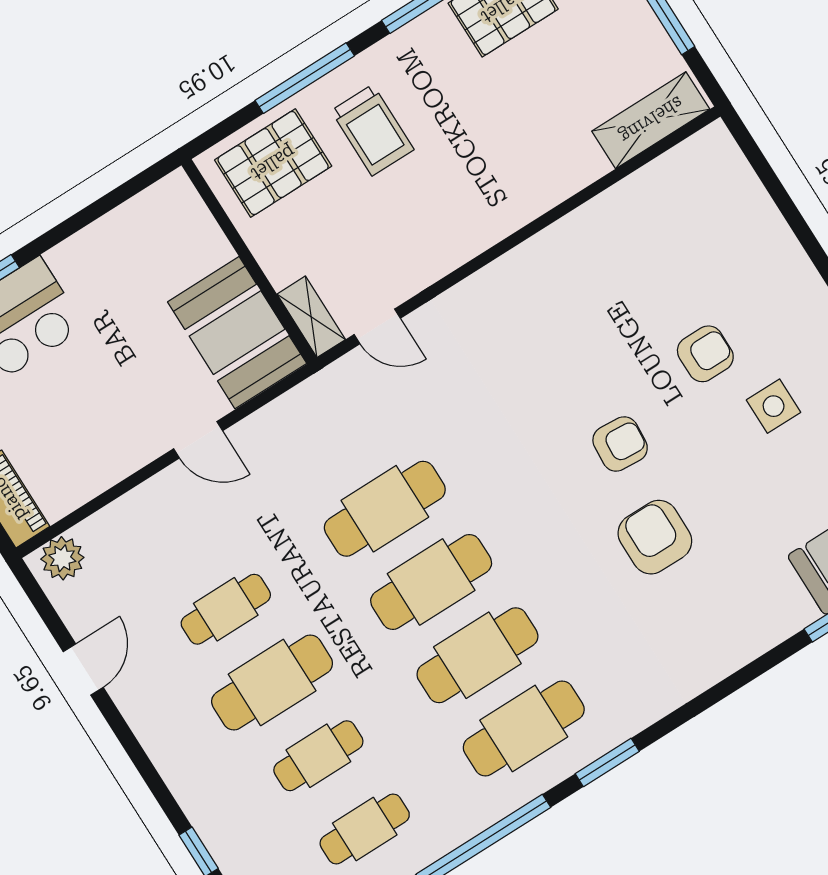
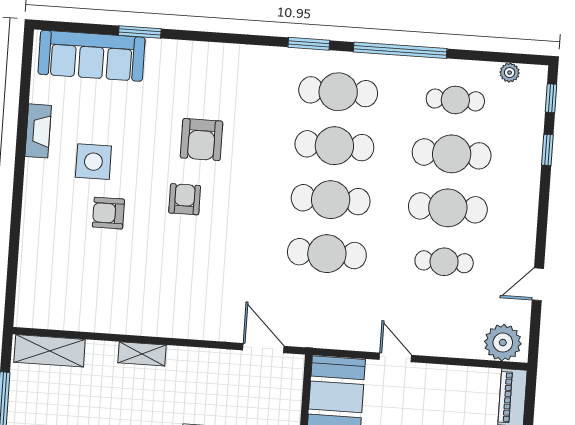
shelving: (311, 317) -> (142, 354), moved, turned 90
door: (377, 326) -> (263, 348), width x1.38
side table: (774, 406) -> (93, 162), width x1.37, depth x1.37
armchair: (620, 444) -> (185, 199), turned 86
plant: (62, 558) -> (503, 343), width x1.36, depth x1.36
cafe table: (318, 756) -> (452, 154), width x1.37, depth x1.35

